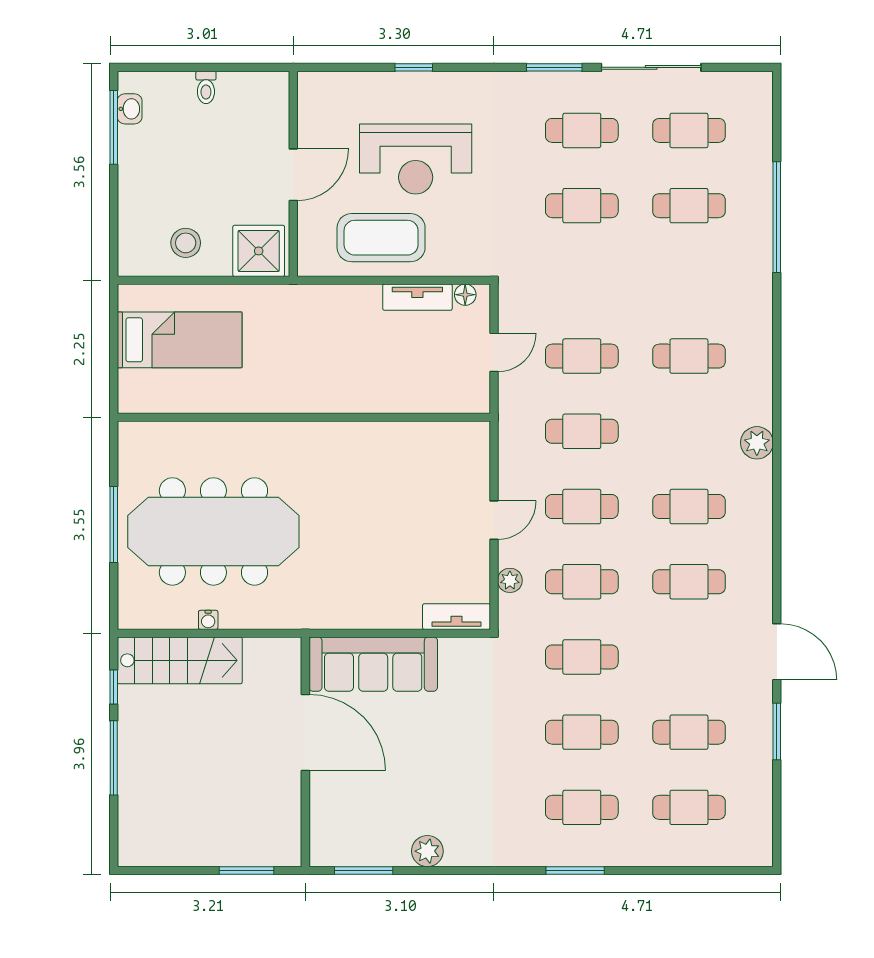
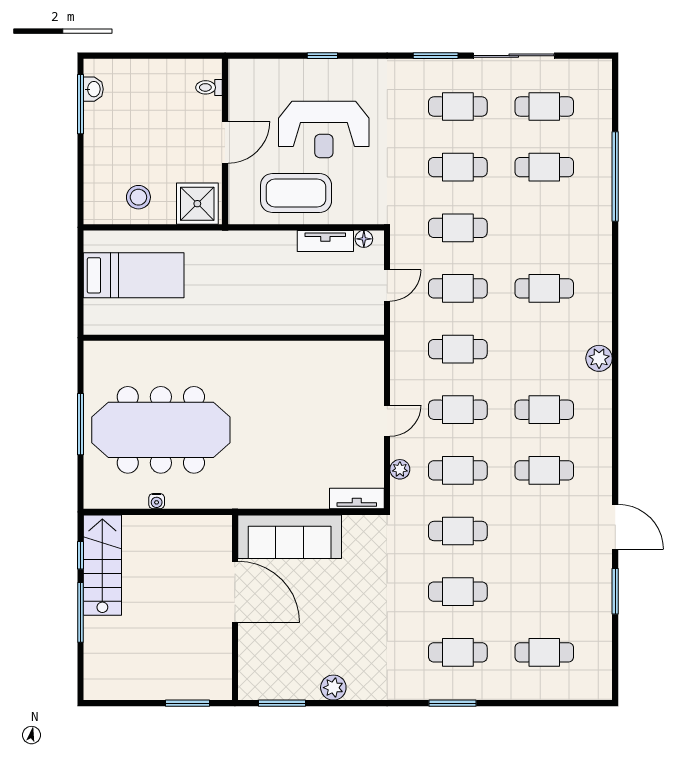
toilet: (206, 87) -> (209, 87), moved, turned 90
stairs: (180, 660) -> (102, 565), moved, turned -90
cafe table: (689, 732) -> (458, 228), moved

